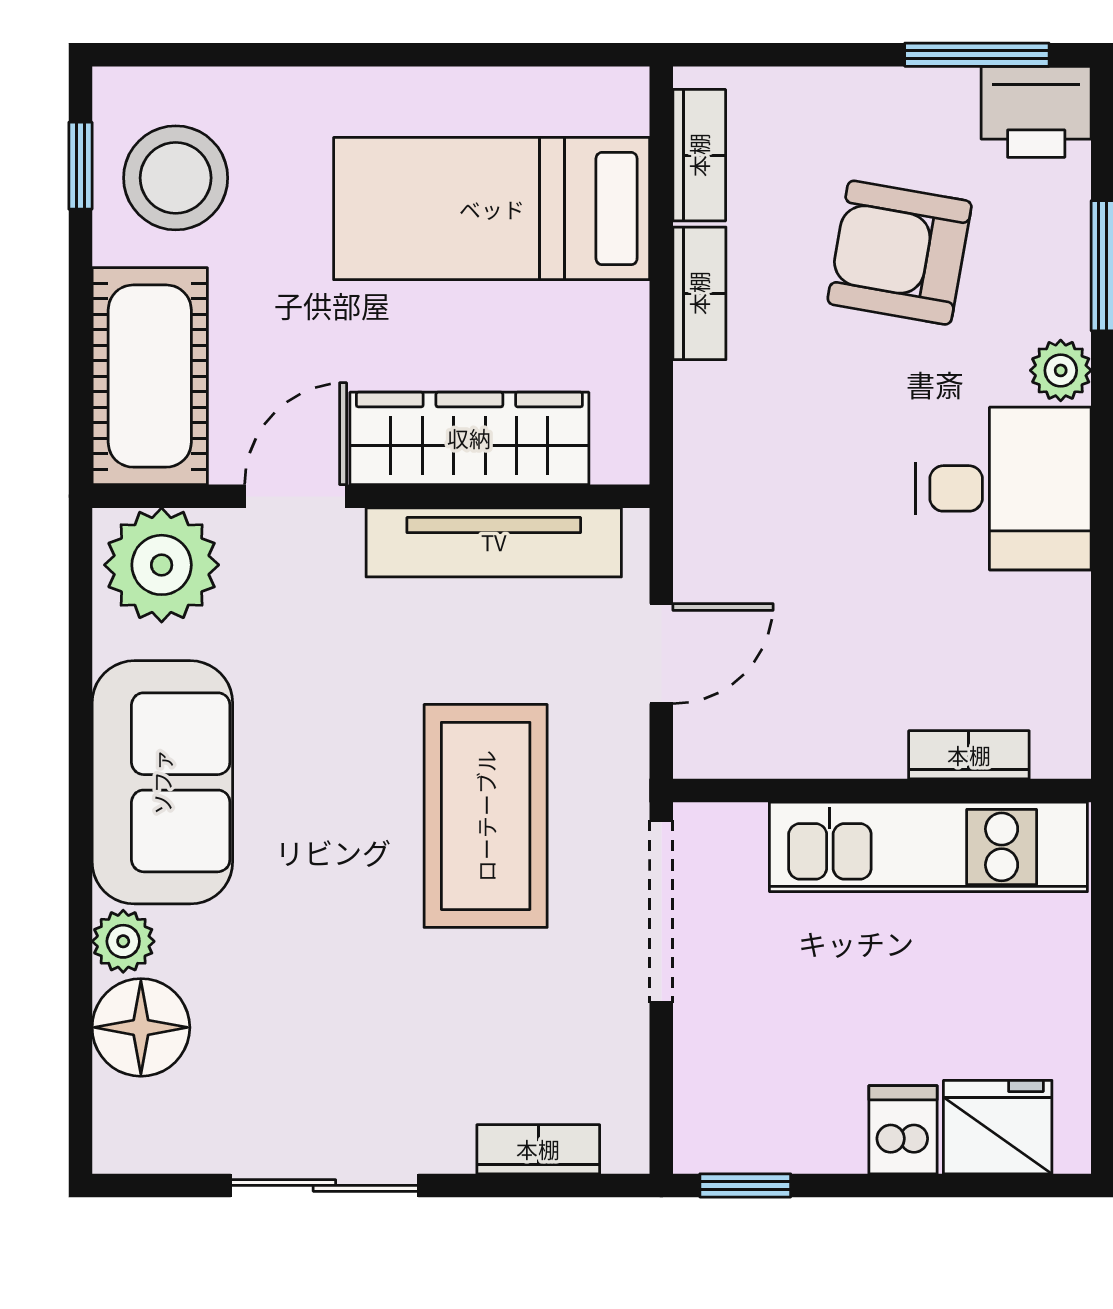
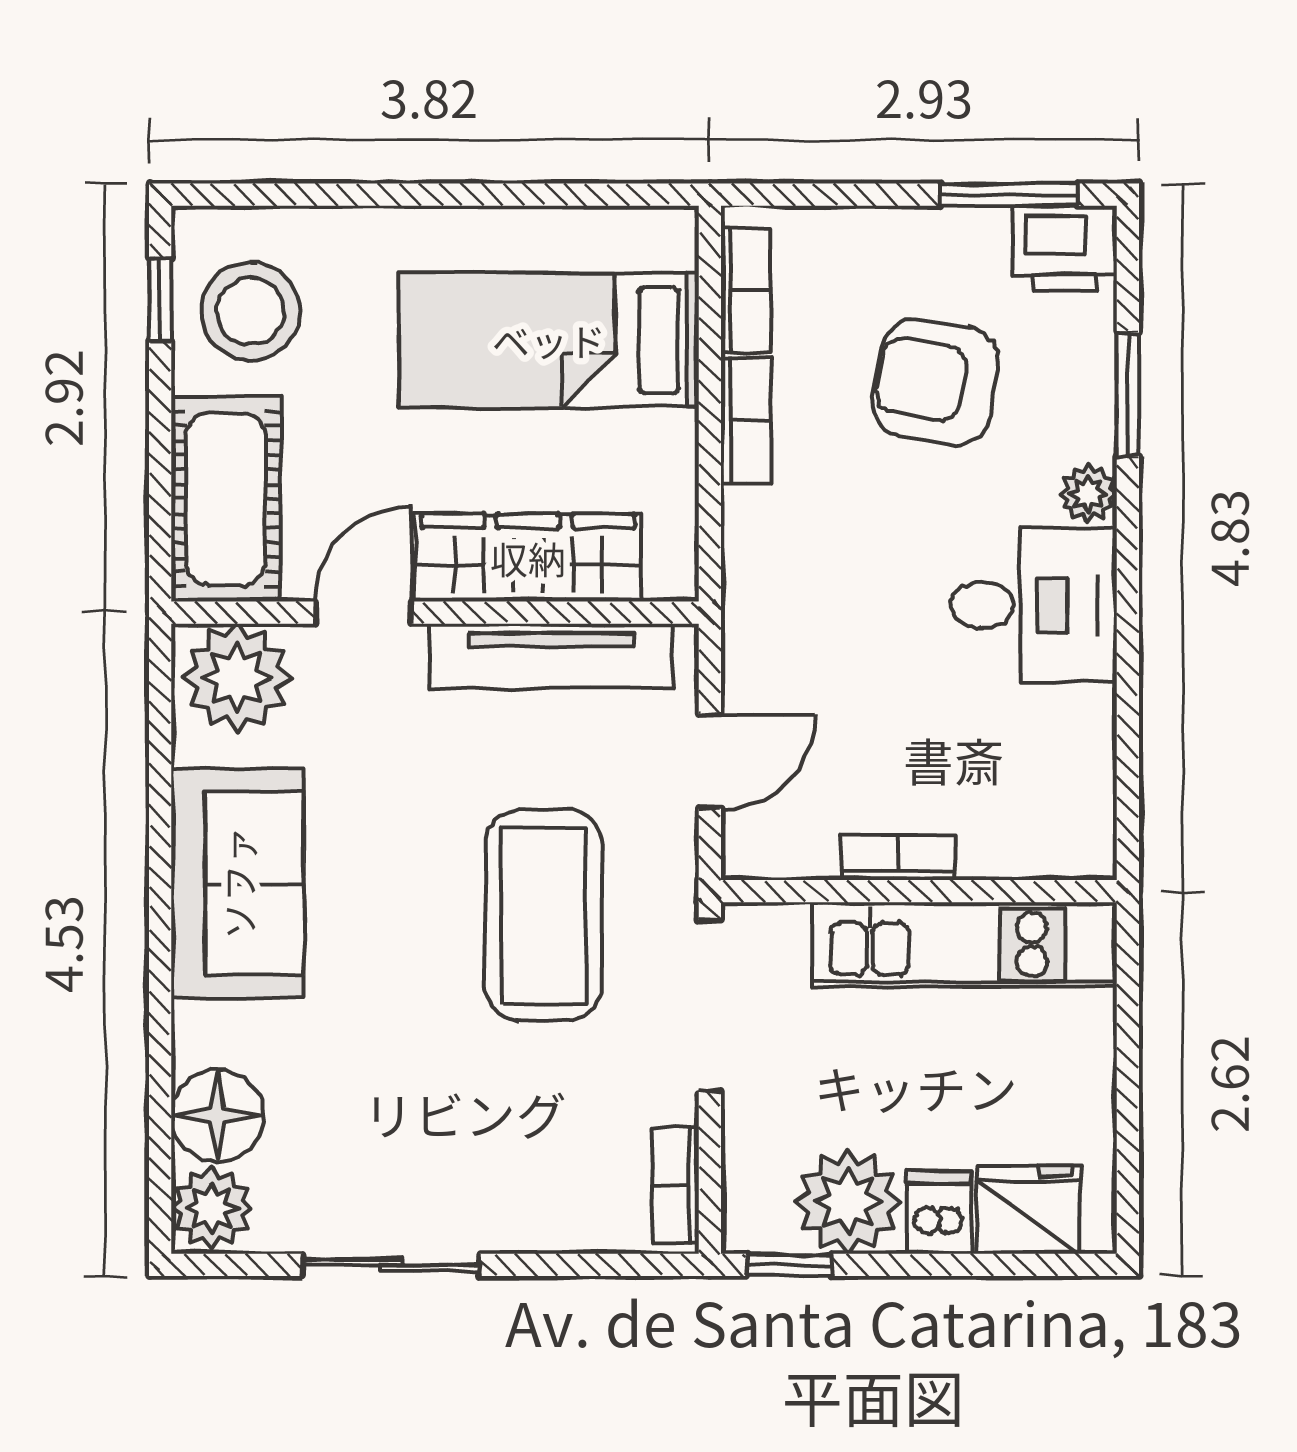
bookcase: (969, 755) -> (899, 857), moved
plant: (123, 941) -> (212, 1208), moved, width x1.38, depth x1.38
plant: (807, 1119) -> (848, 1202), added
bookcase: (538, 1149) -> (676, 1185), moved, turned -90

